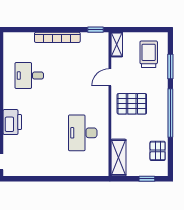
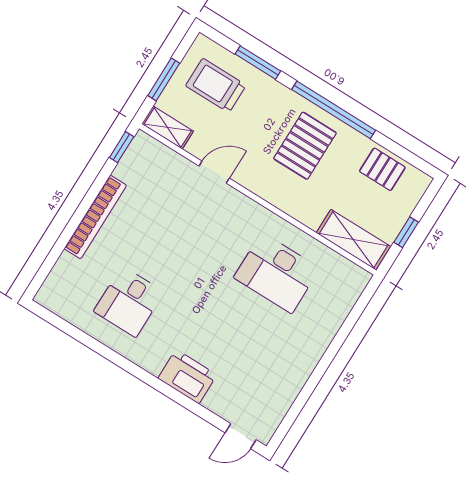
window: (137, 30) -> (164, 79), added
door: (110, 77) -> (214, 172), swing flipped
pallet: (132, 104) -> (305, 146), moved
window: (147, 179) -> (406, 232), moved

